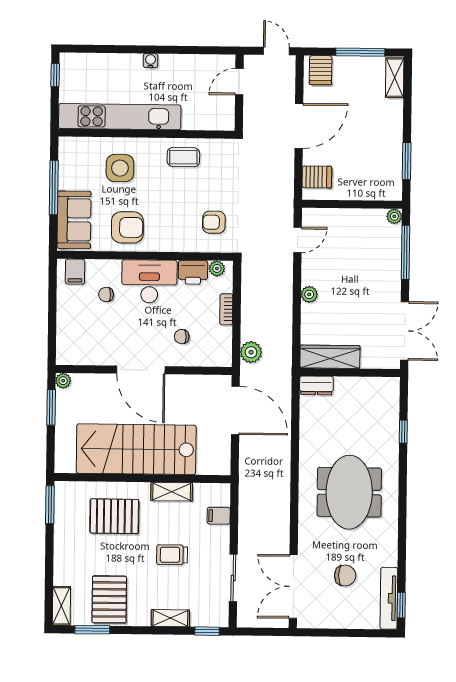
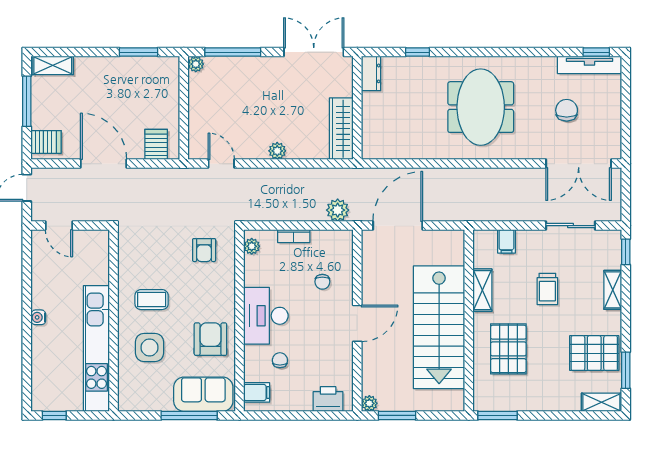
coffee table: (183, 157) -> (152, 300), moved, turned 90
window: (54, 188) -> (189, 415), moved
printer: (193, 272) -> (328, 399), moved, turned -90
chair: (106, 294) -> (280, 360), turned 180
door: (141, 370) -> (357, 323), width x0.73
dresser: (316, 385) -> (371, 73), moved
meeting table: (349, 492) -> (481, 107), turned 90

